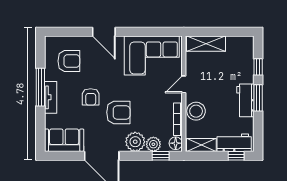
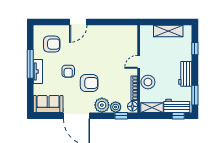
door: (104, 32) -> (78, 22), hinge flipped
shelving: (206, 44) -> (168, 31), moved
corner sofa: (152, 56) -> (114, 40), removed
window: (258, 98) -> (195, 95), moved

